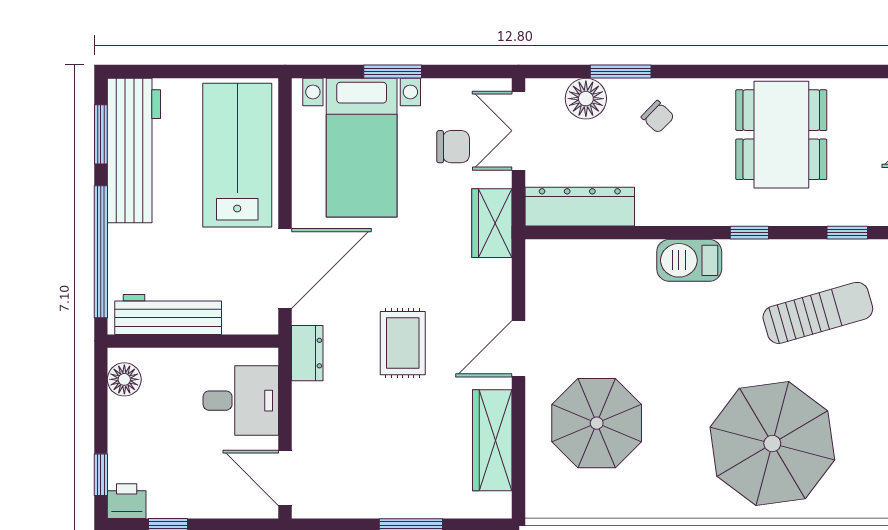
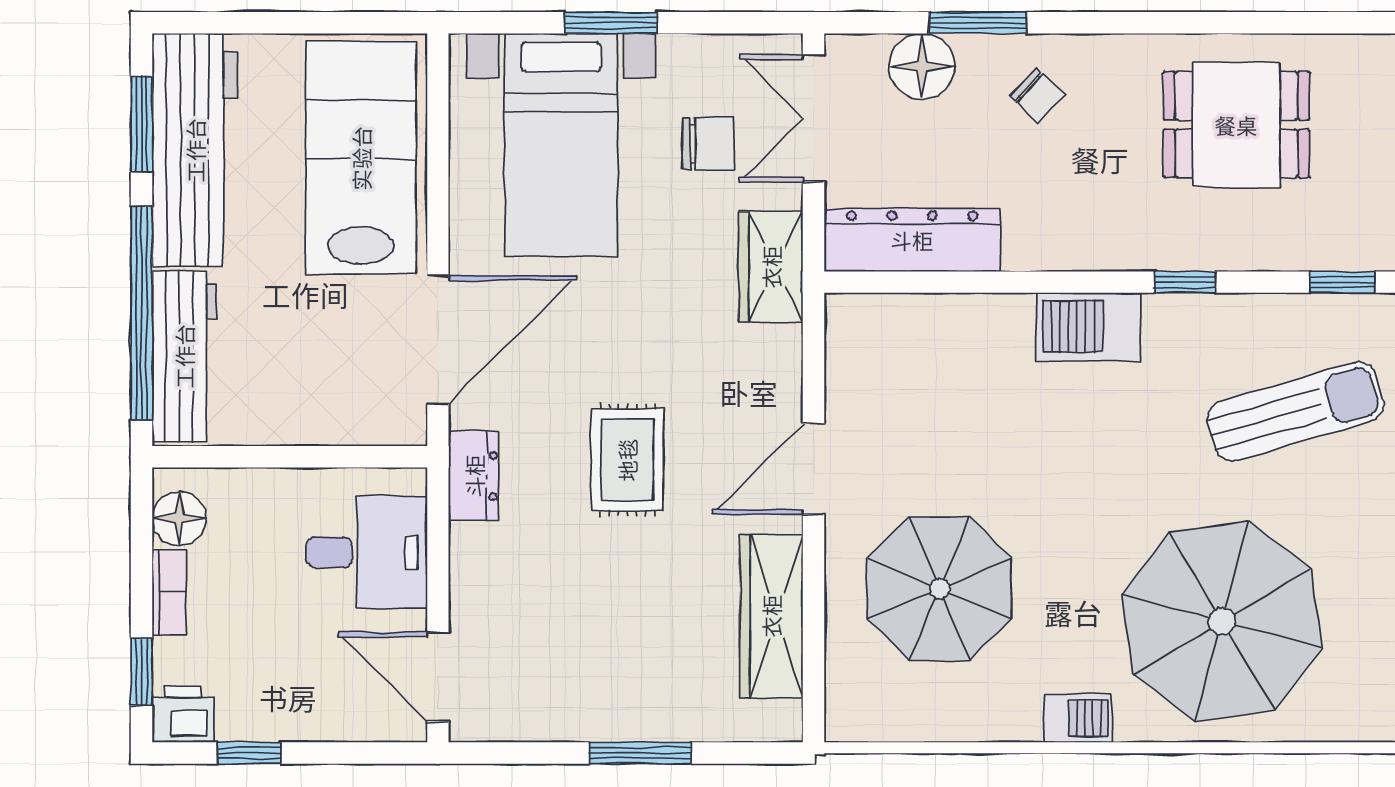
dining table: (781, 135) -> (1236, 125), width x0.73
workbench: (168, 314) -> (184, 356), moved, turned 90
bookcase: (118, 425) -> (169, 592), added
barbecue: (683, 504) -> (1078, 718), added

